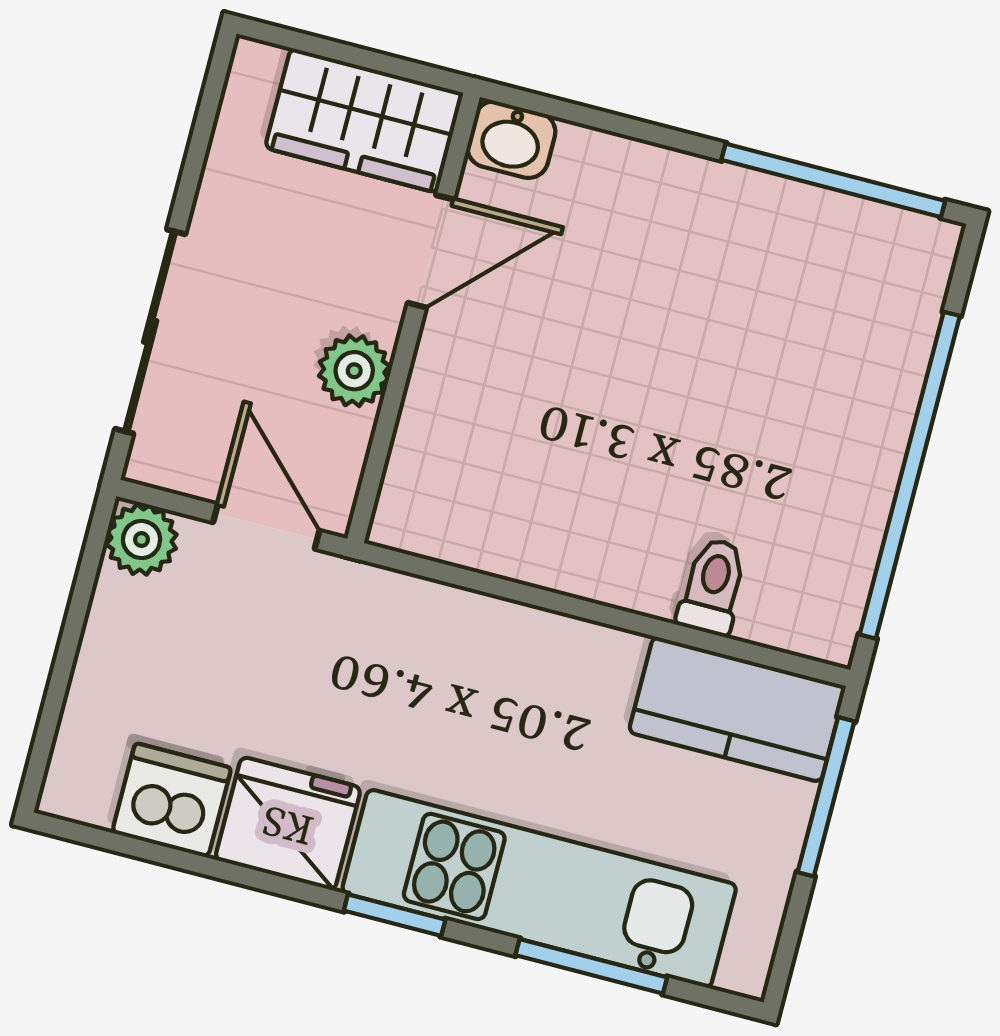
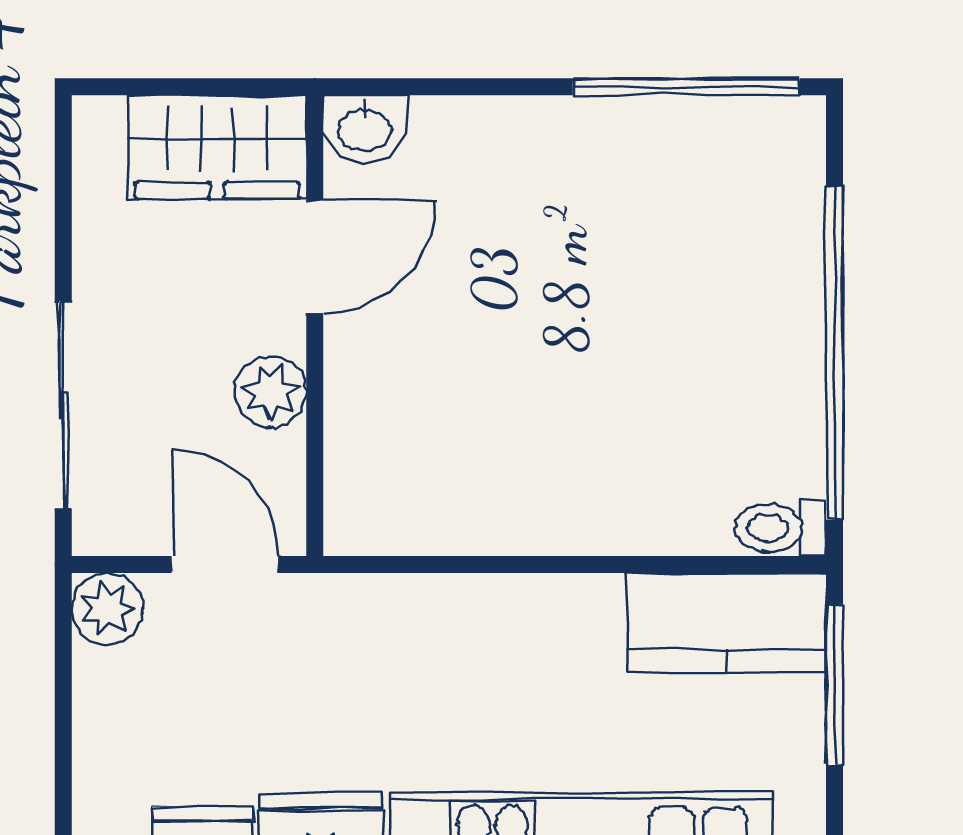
toilet: (713, 587) -> (780, 528), moved, turned -90

